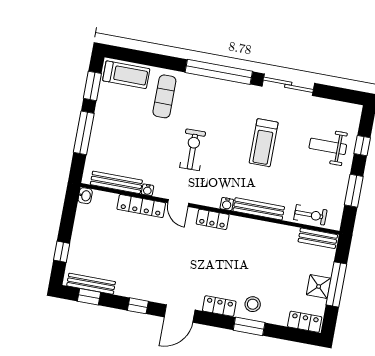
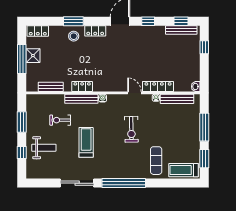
exercise bike: (310, 215) -> (60, 120), moved
locker: (213, 219) -> (82, 86), moved
bench: (318, 238) -> (51, 87), moved

